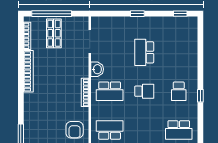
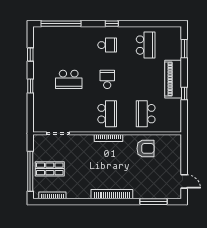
window: (180, 14) -> (30, 54), moved
window: (200, 45) -> (61, 24), added
washbasin: (97, 69) -> (85, 126), removed
bookcase: (28, 71) -> (112, 194), moved

